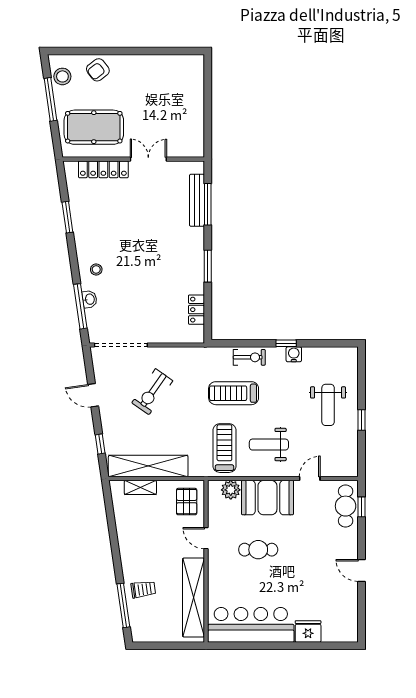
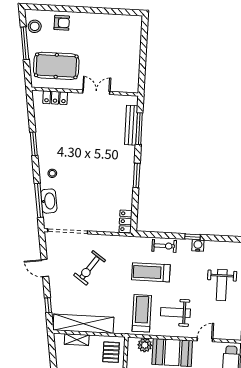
armchair: (98, 70) -> (62, 23), turned -142
locker: (103, 169) -> (55, 98), width x0.66
window: (67, 217) -> (34, 144), moved
washbasin: (89, 299) -> (49, 201), width x1.91, depth x1.45
locker: (196, 310) -> (126, 221), moved

